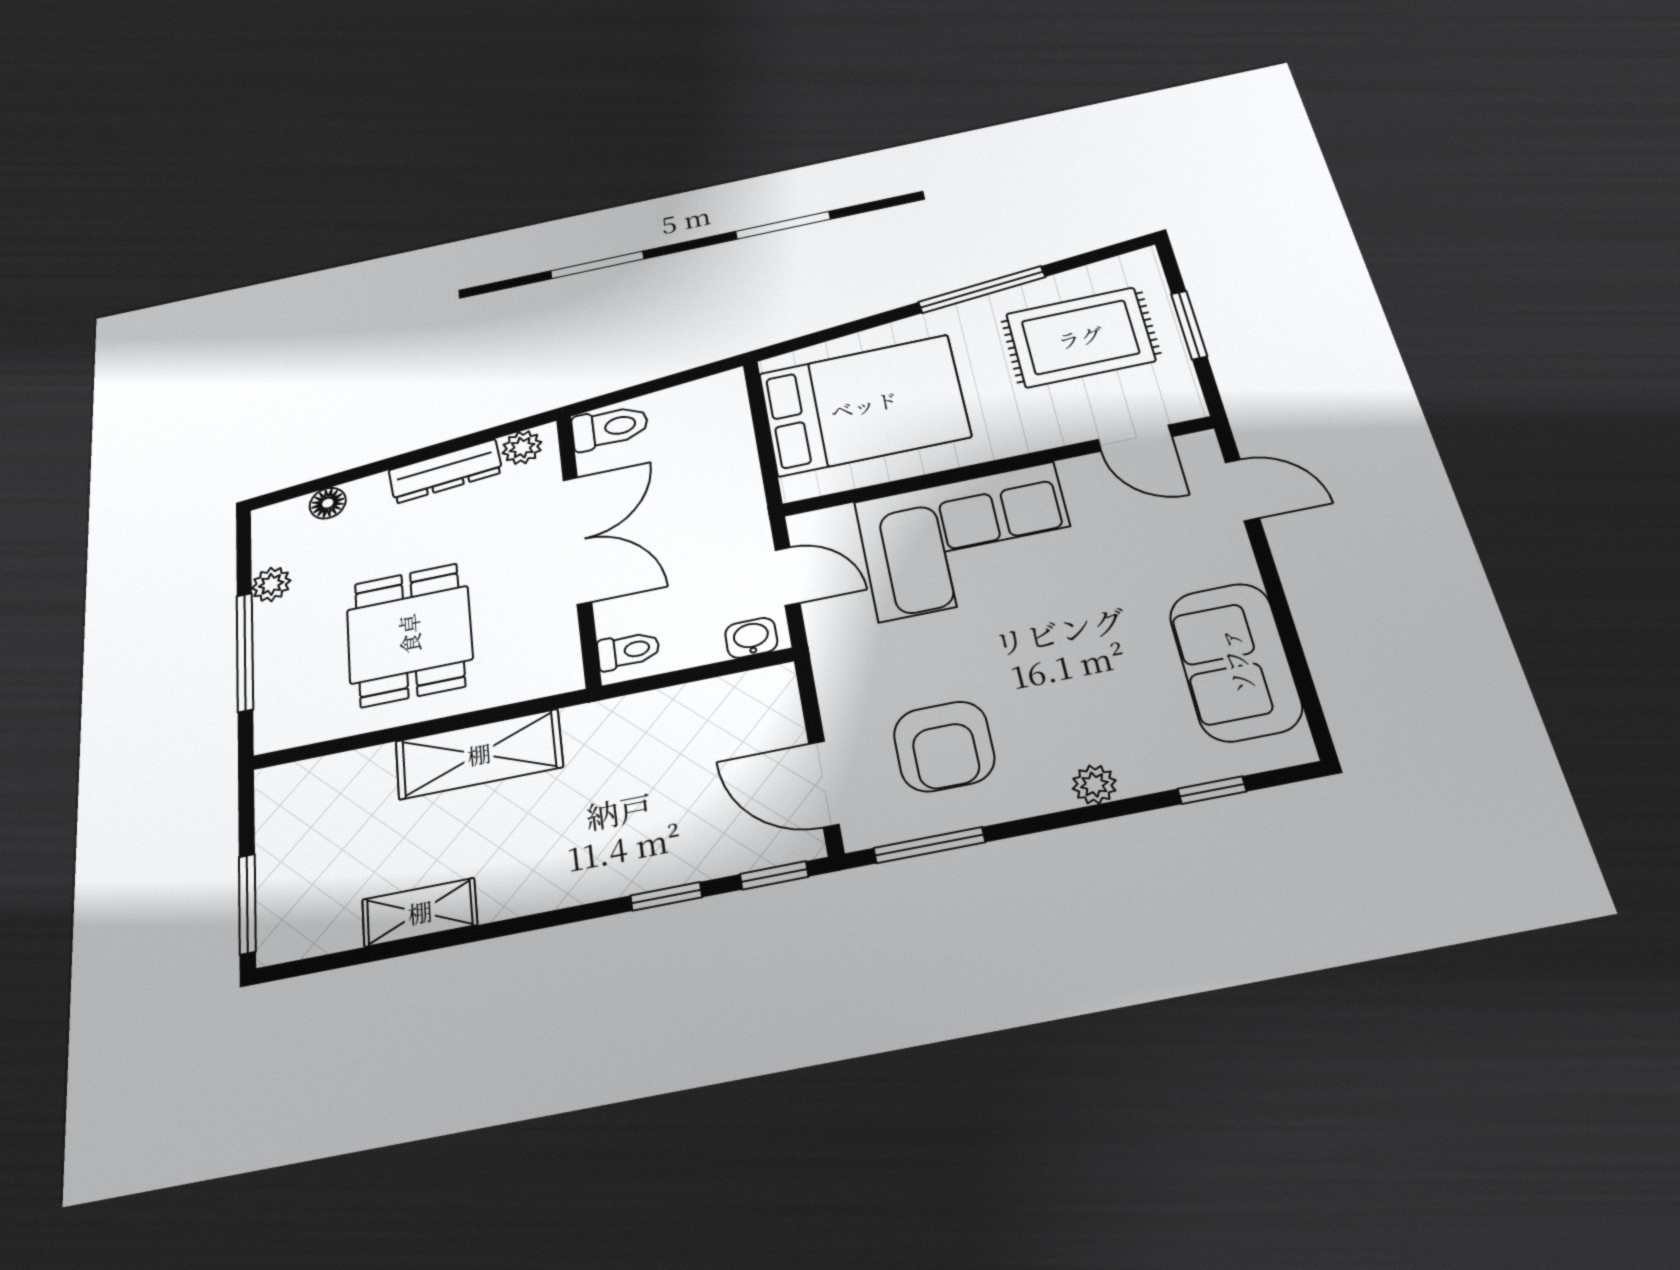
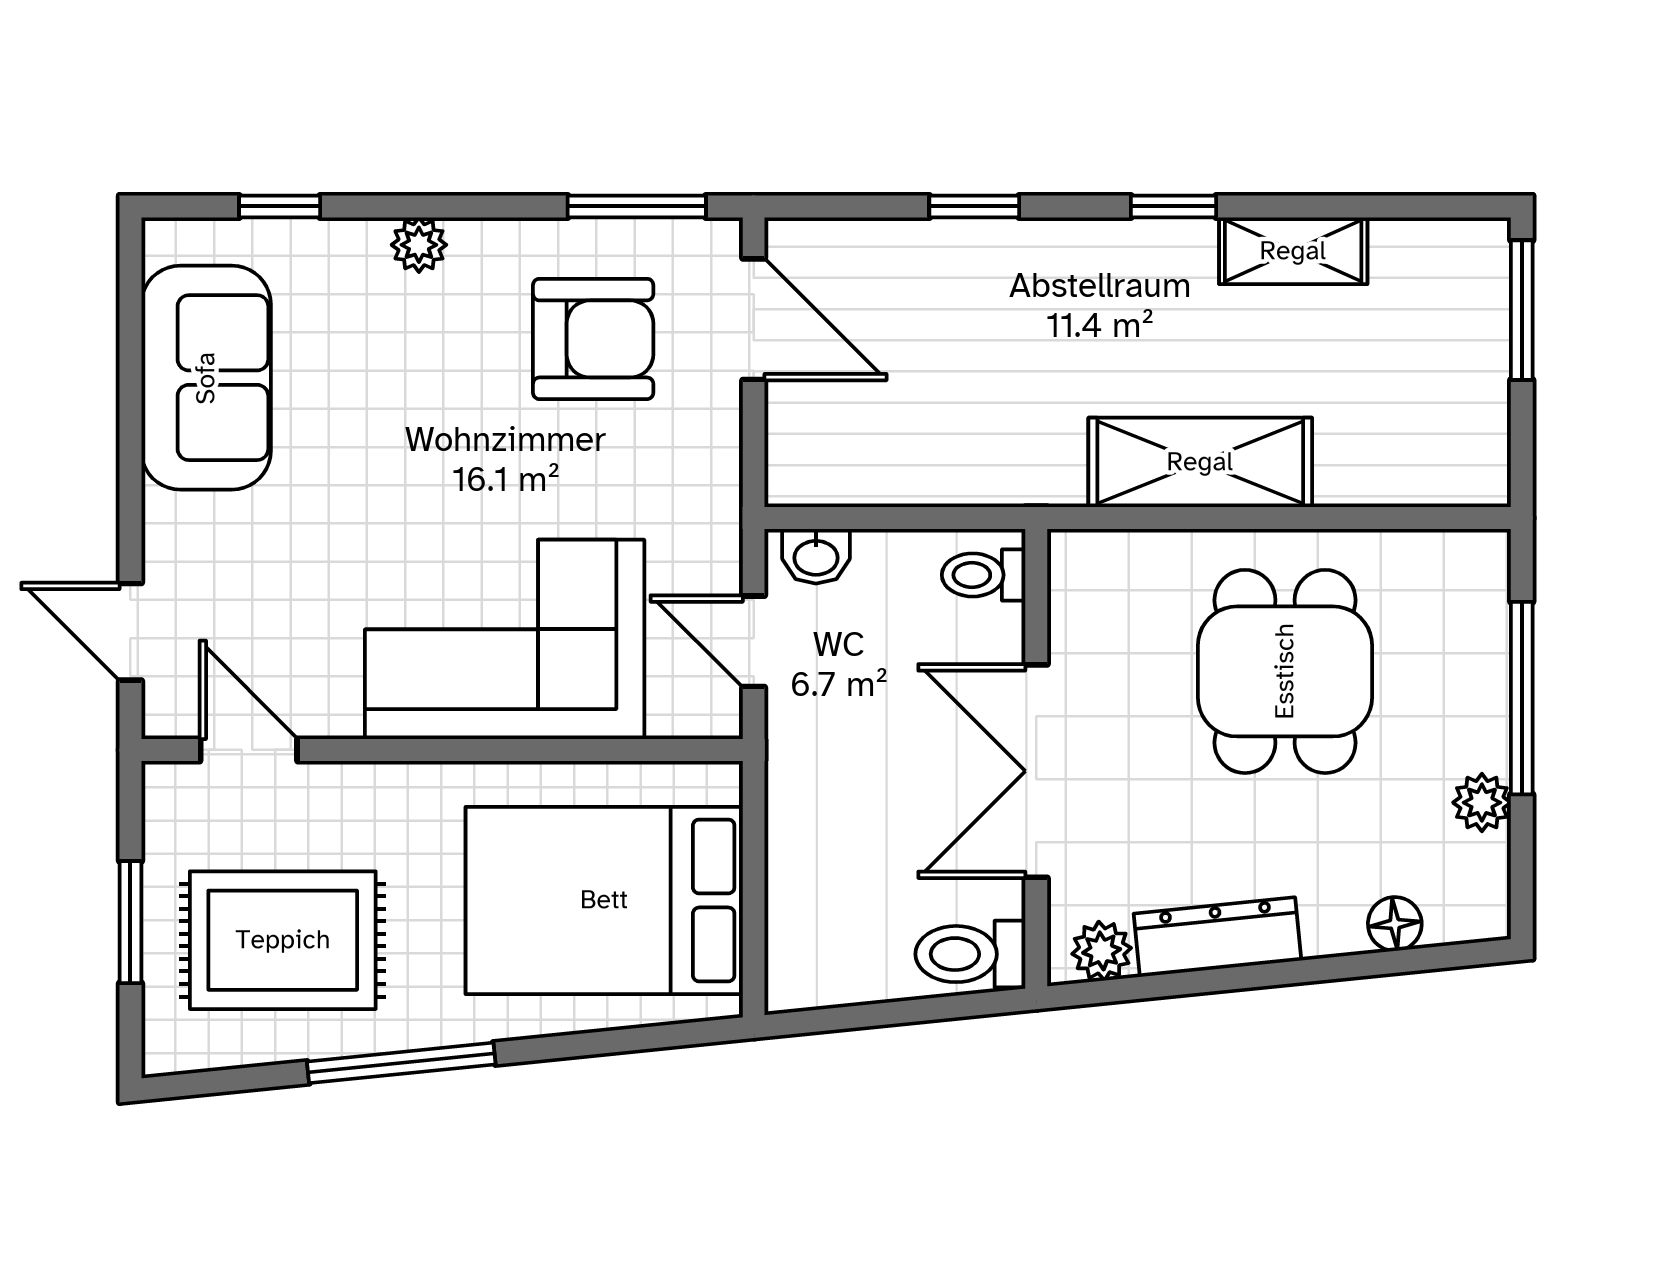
armchair: (944, 746) -> (593, 339), turned 90
window: (774, 875) -> (1173, 206), moved

